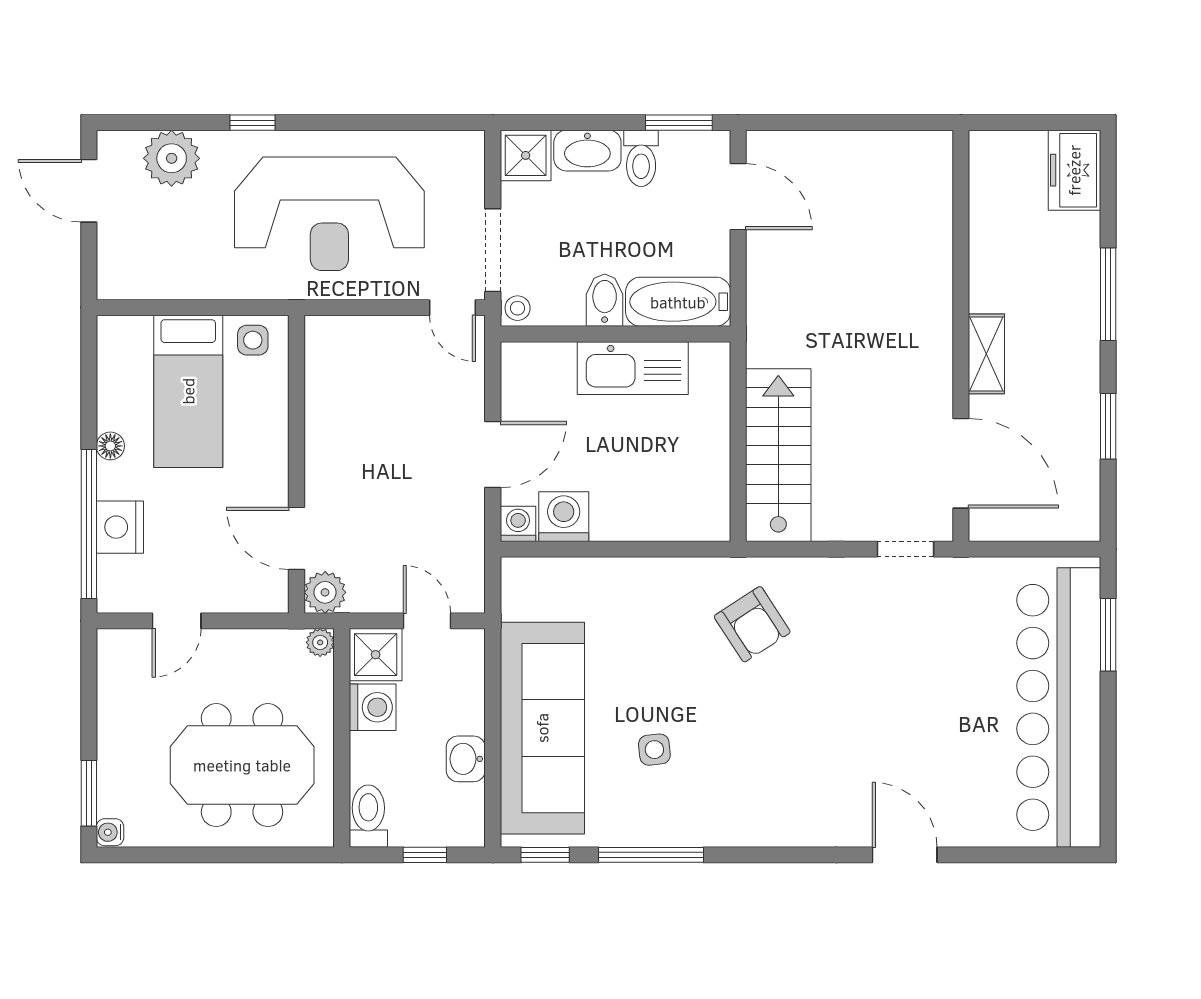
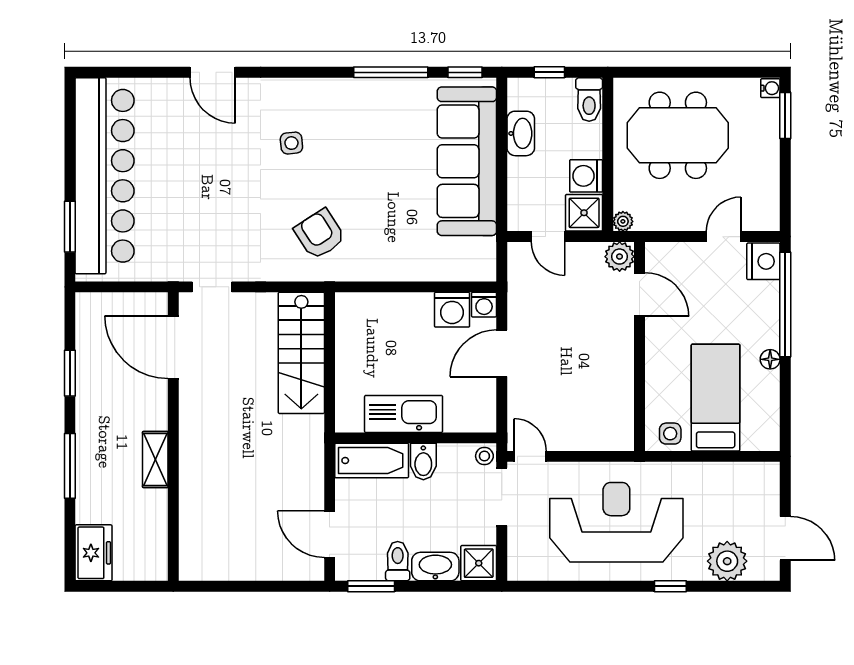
shelving: (986, 354) -> (155, 460), moved
nightstand: (120, 527) -> (763, 261), moved
side table: (654, 750) -> (291, 143), moved
washbasin: (466, 759) -> (521, 133), width x1.38

